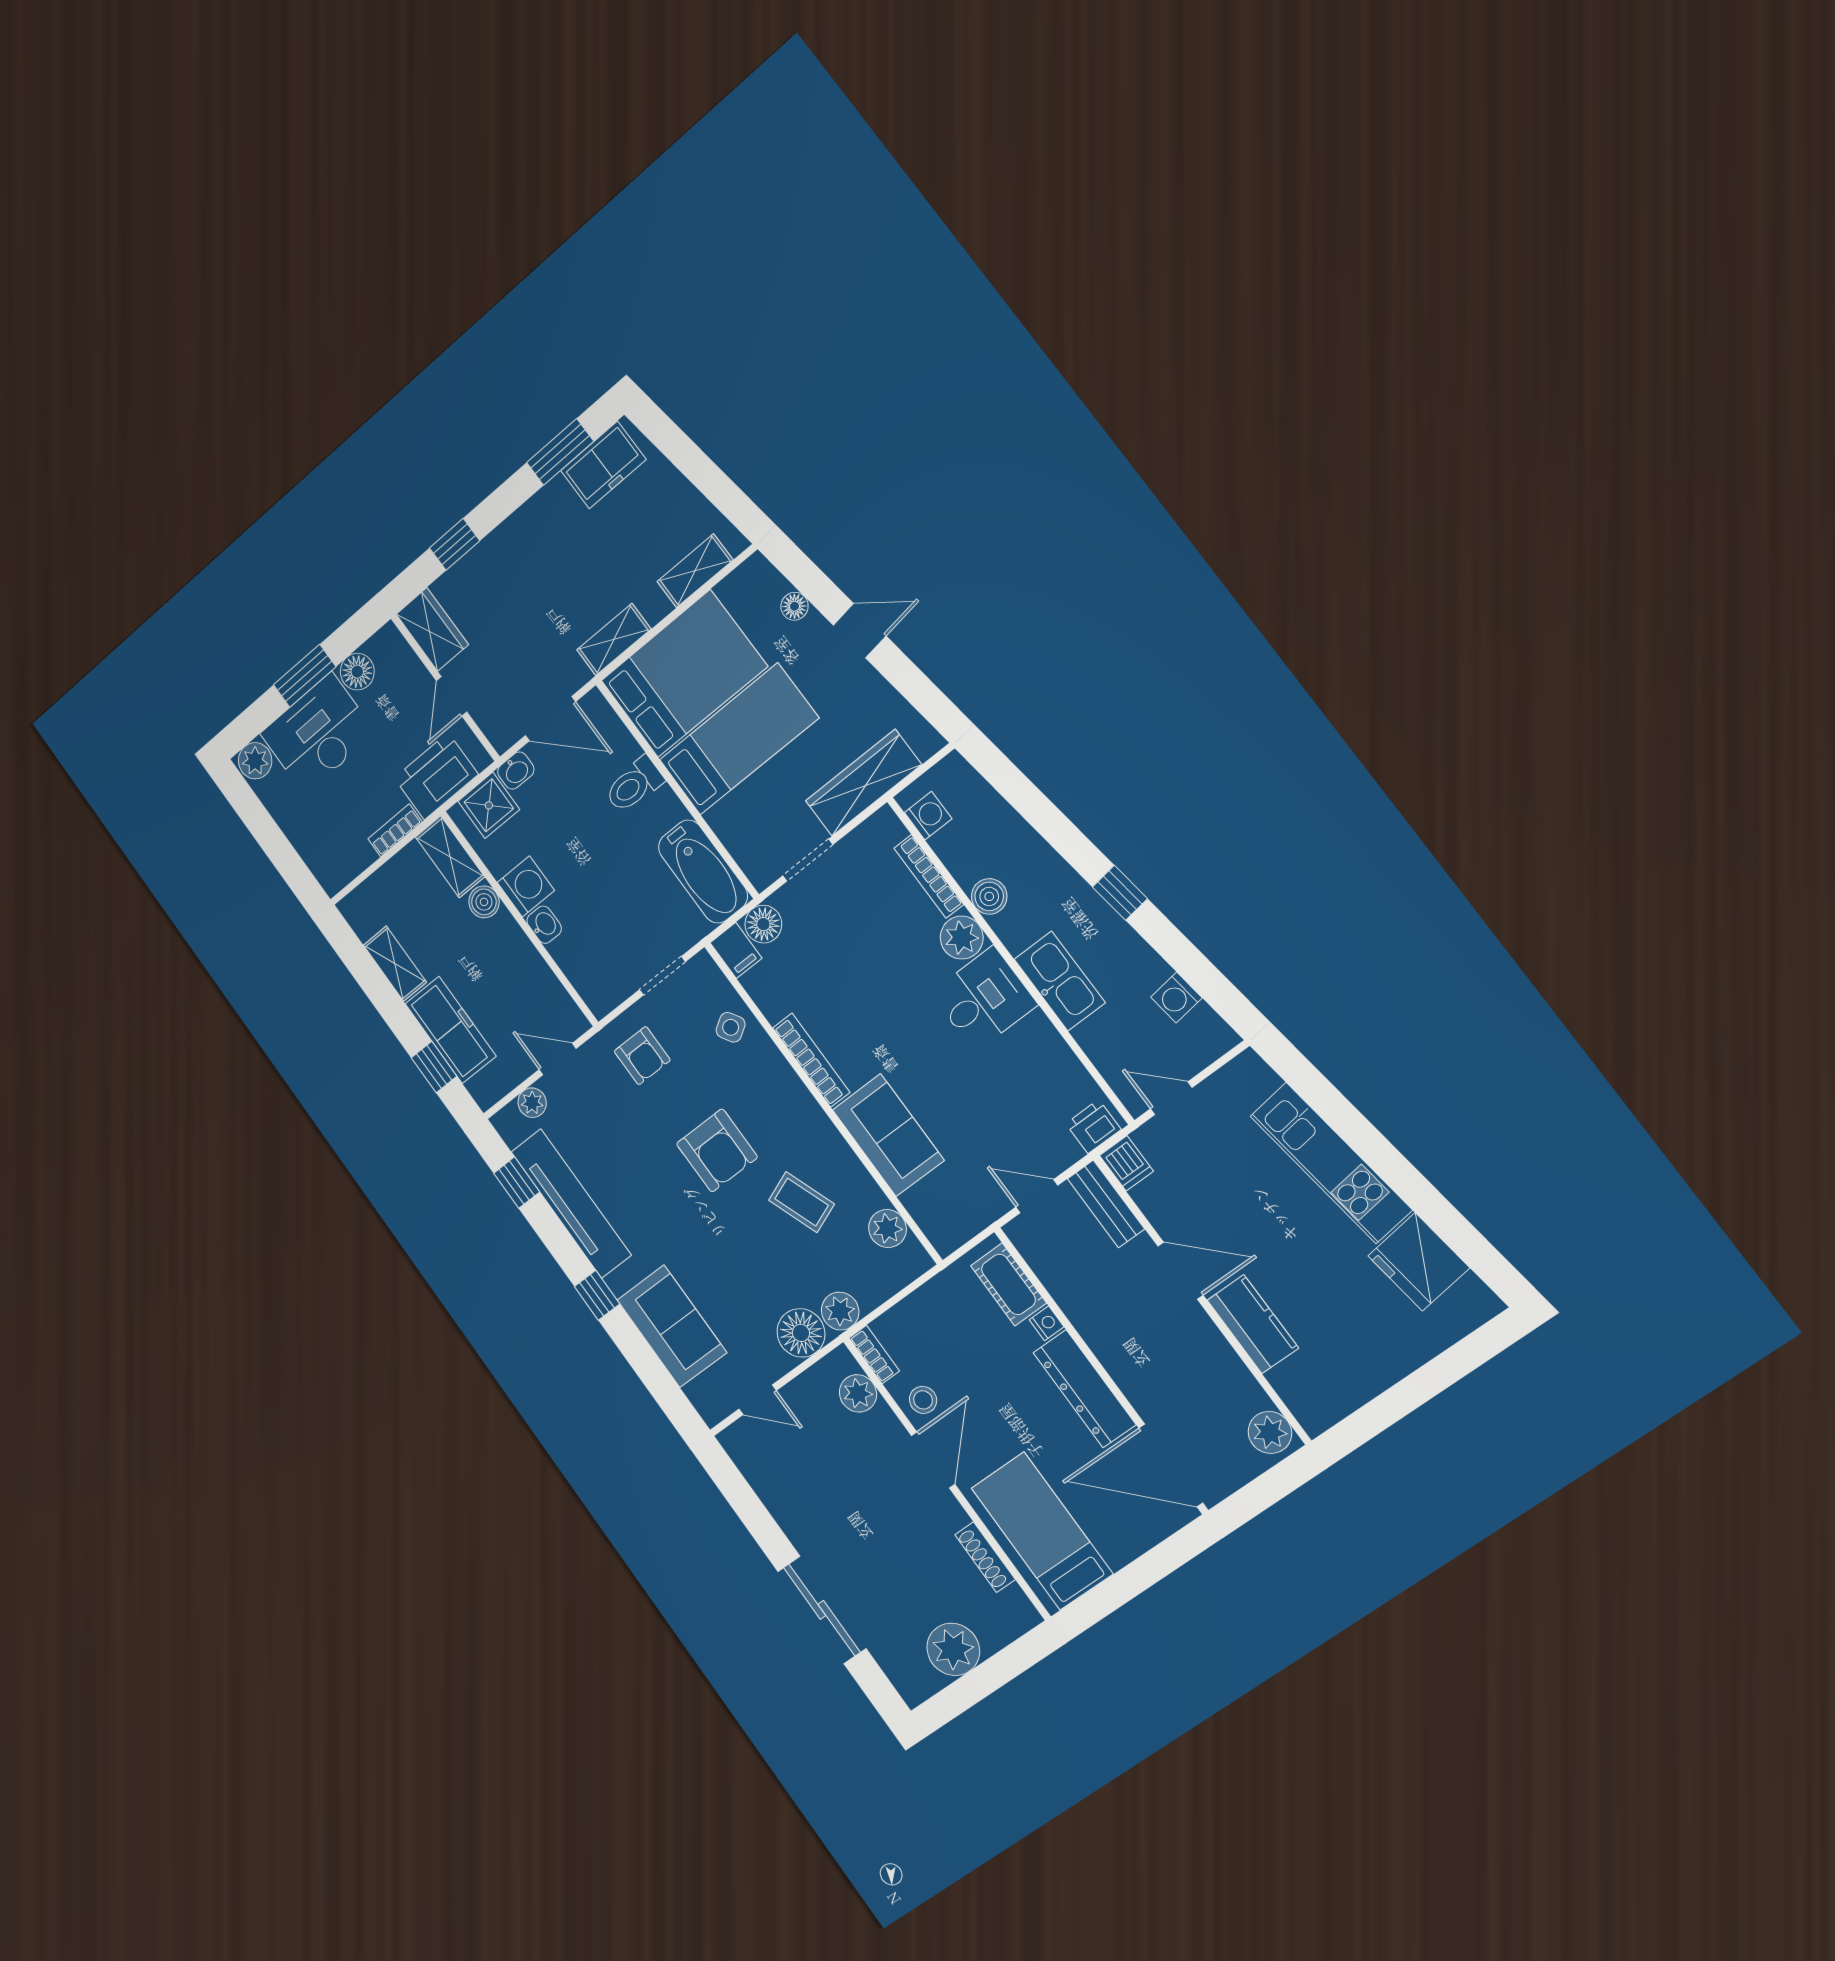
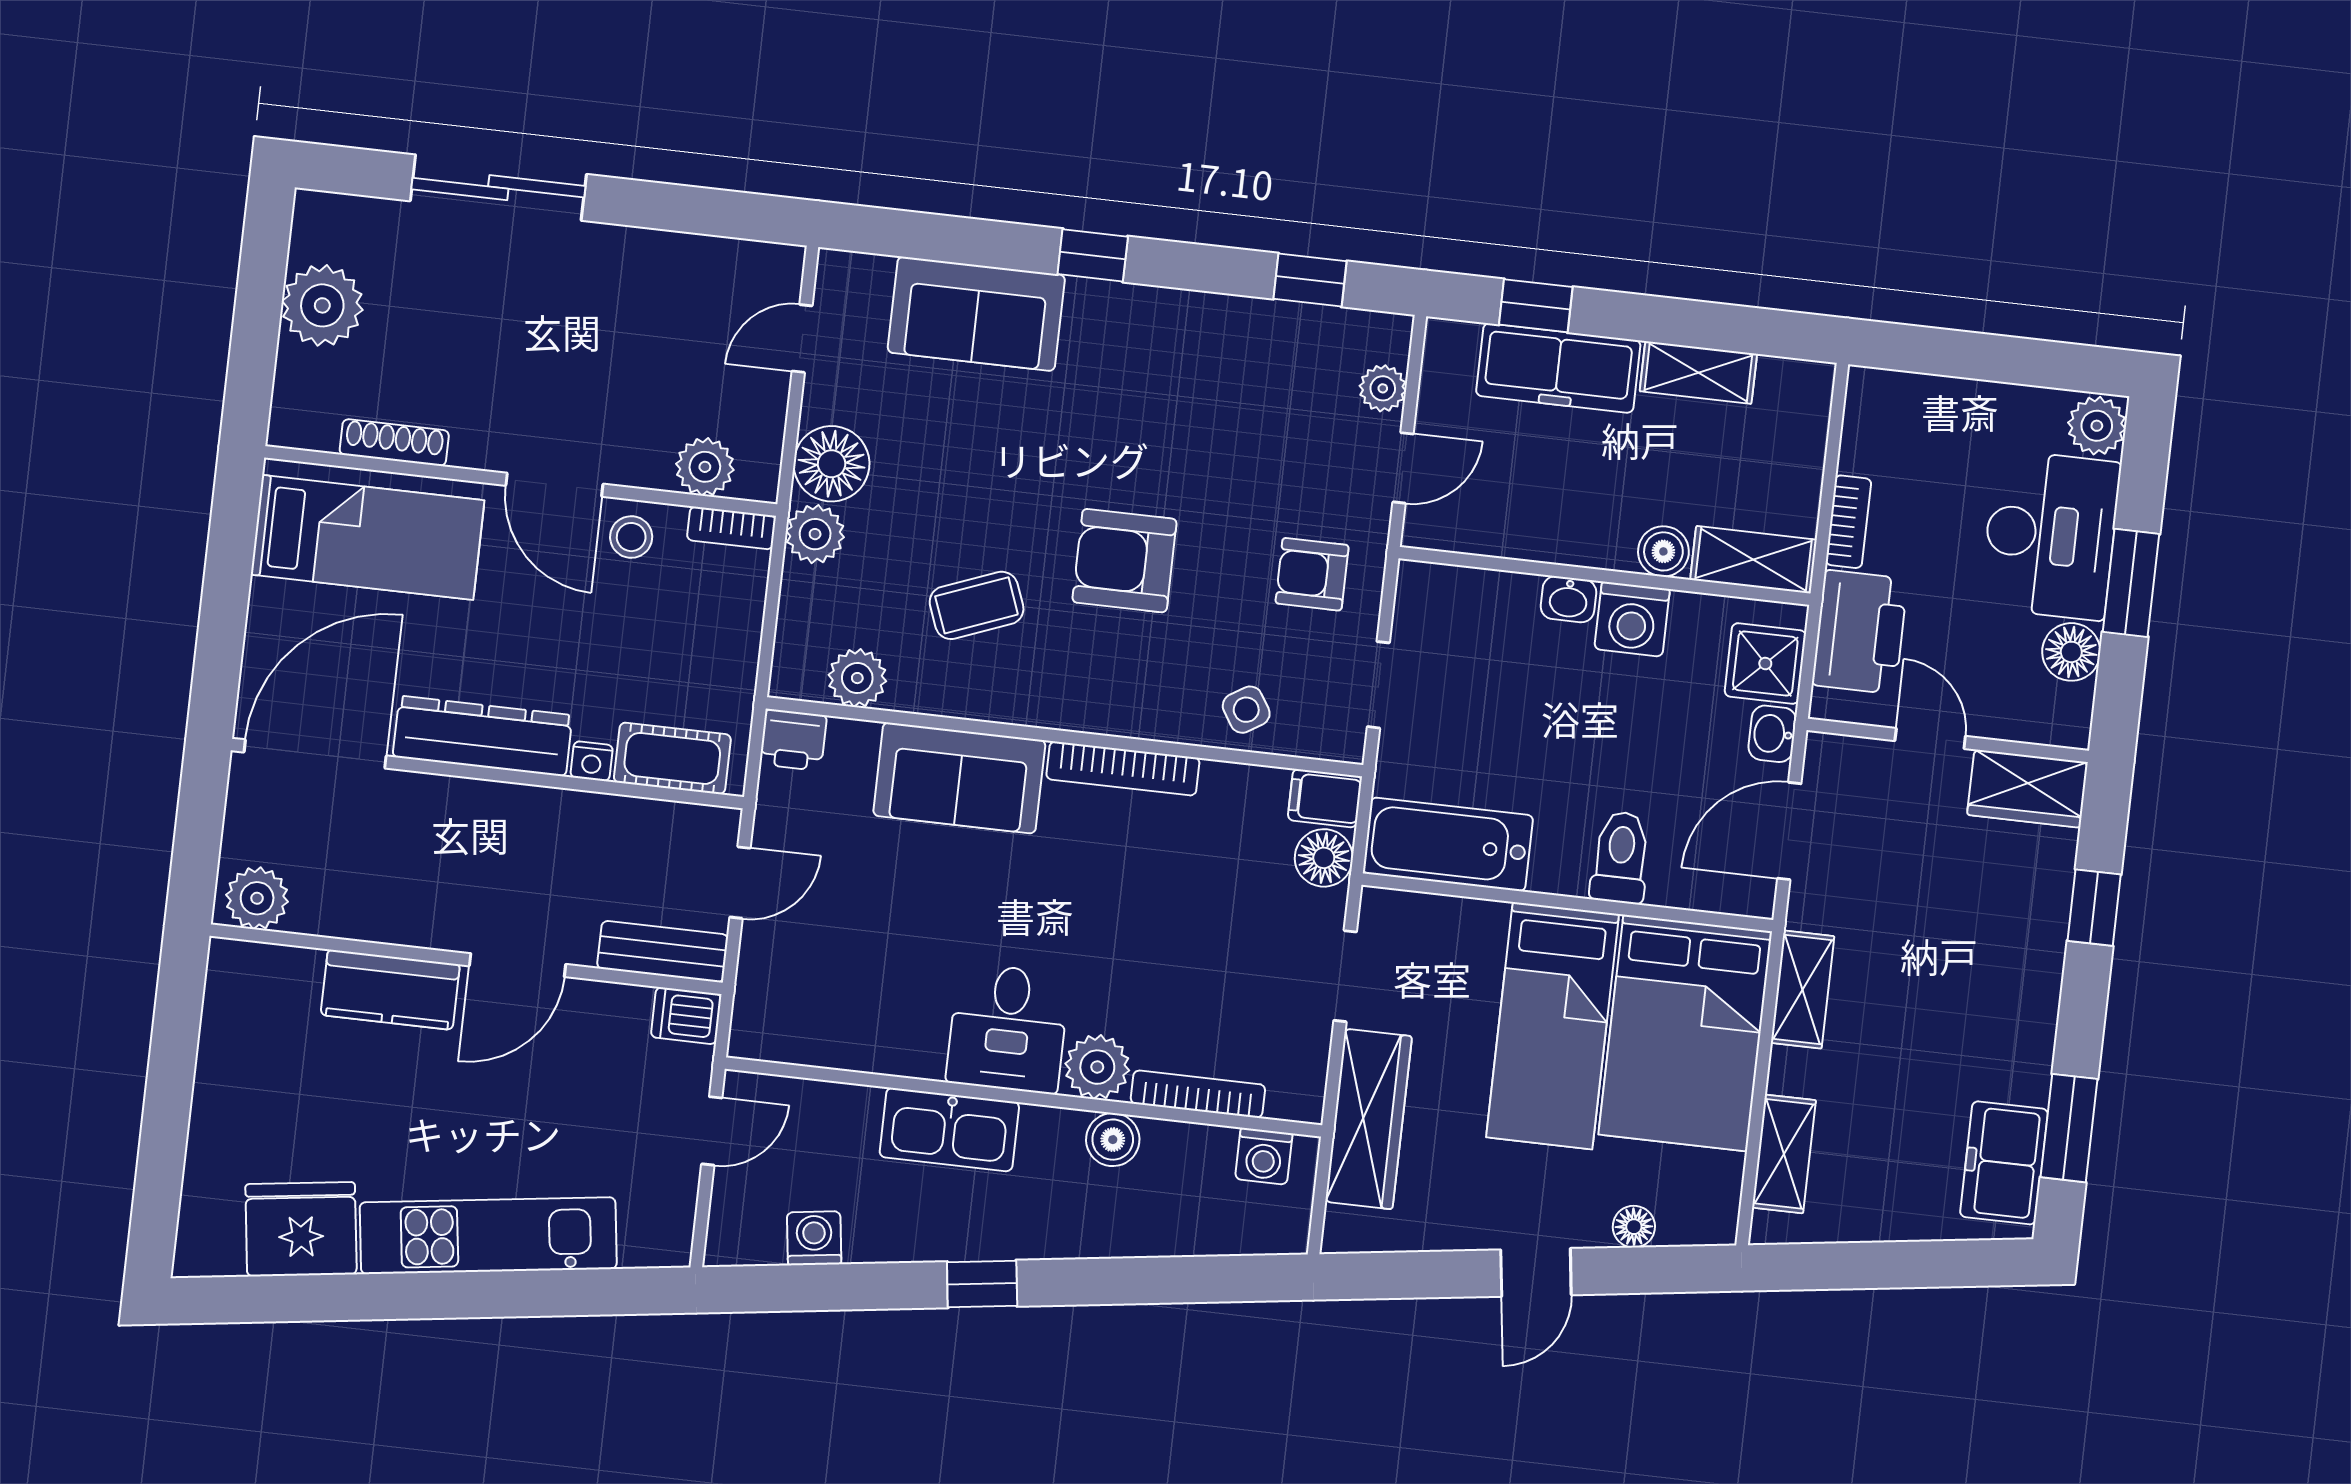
printer: (1093, 1127) -> (793, 740), moved, turned 90
tv unit: (571, 1203) -> (1225, 325), removed

